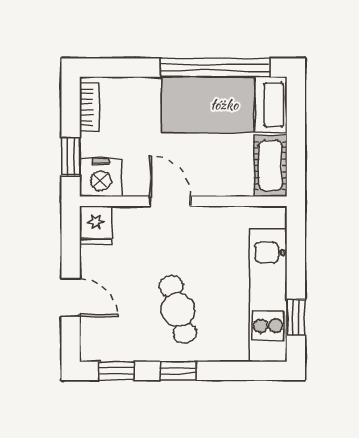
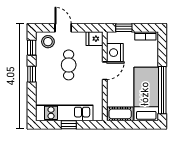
nightstand: (101, 178) -> (115, 53), moved
door: (71, 298) -> (63, 28), swing flipped
cafe table: (178, 310) -> (69, 65), moved, turned -74
window: (296, 317) -> (69, 125), moved
stool: (103, 333) -> (48, 42), added

